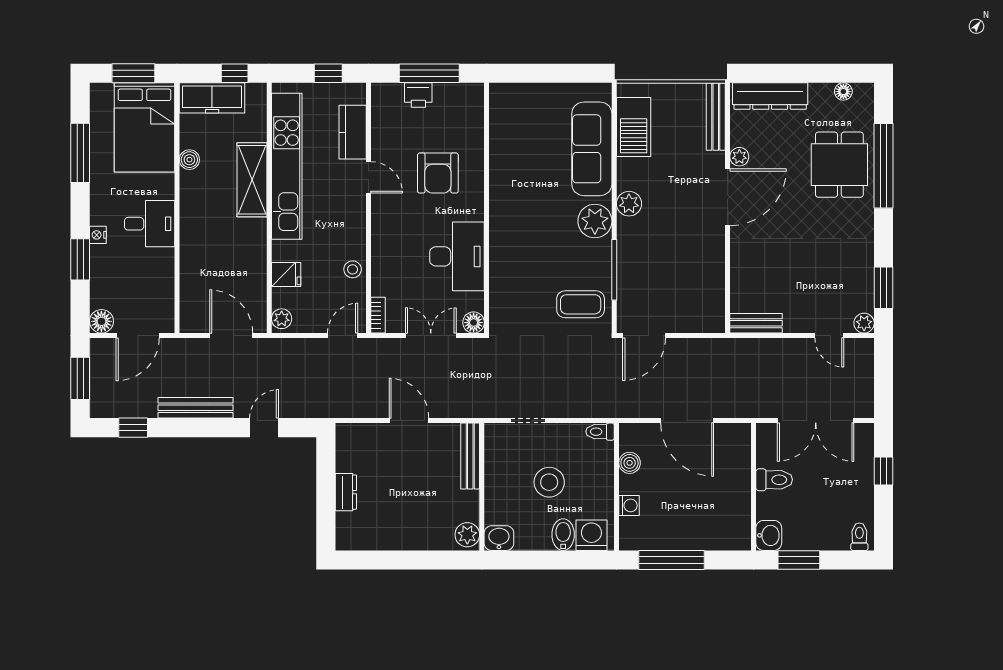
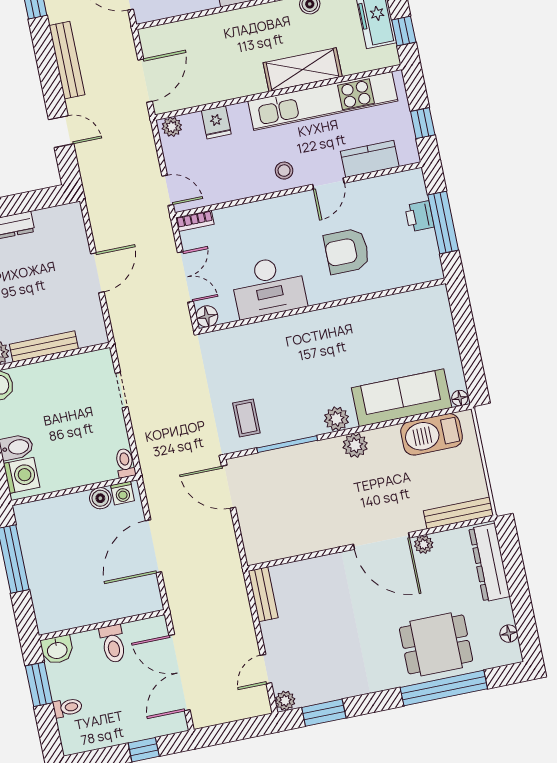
floor lamp: (604, 92) -> (460, 398), added
plant: (595, 221) -> (337, 419), width x0.73, depth x0.73
stool: (353, 269) -> (284, 171), moved
coffee table: (581, 304) -> (246, 418), width x0.73, depth x0.77
bench: (470, 456) -> (44, 346), moved
stool: (549, 482) -> (65, 423), removed
washing machine: (629, 505) -> (122, 493), moved
toilet: (859, 537) -> (68, 708), moved

